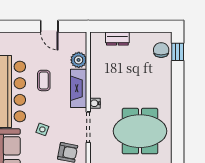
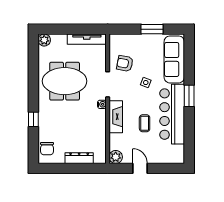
dresser: (117, 39) -> (79, 158), width x1.44
window: (178, 52) -> (33, 119), moved
plant: (79, 60) -> (116, 157), moved

